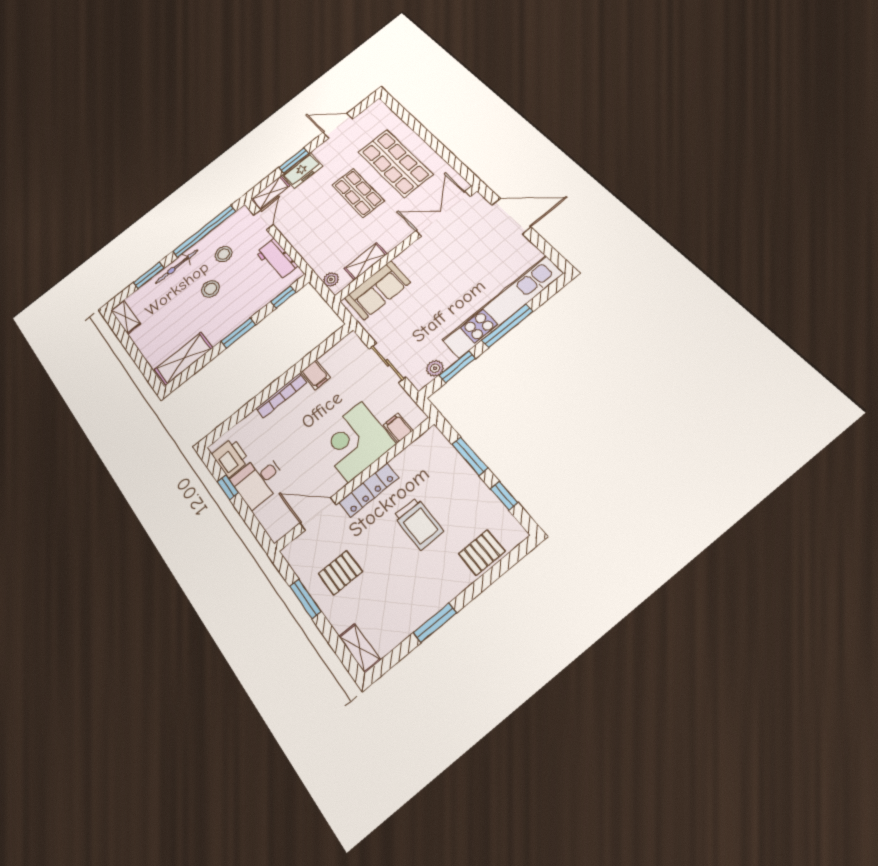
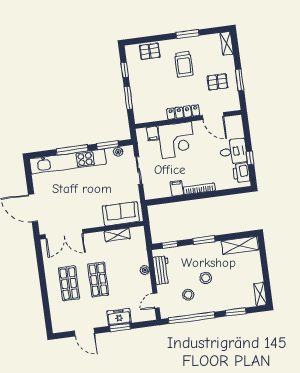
shop shelf: (395, 163) -> (69, 283), width x0.70, depth x0.74
shelving: (270, 193) -> (144, 316), removed
bicycle: (177, 267) -> (218, 306), removed
plant: (331, 279) -> (145, 270), moved
trolley: (418, 524) -> (184, 64), moved, turned 180

